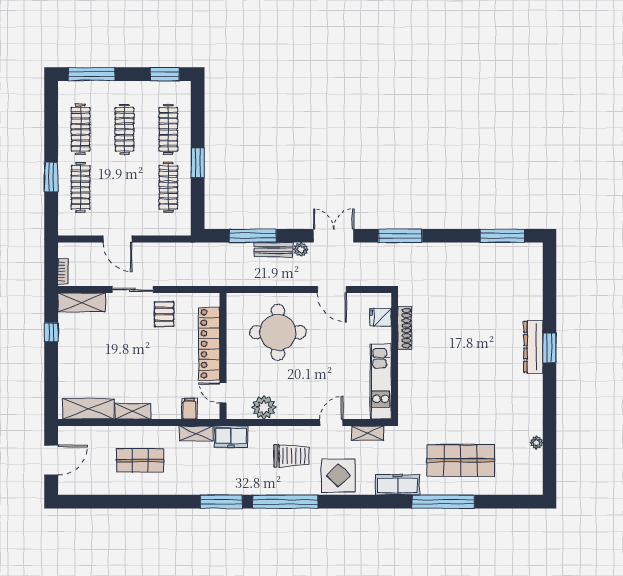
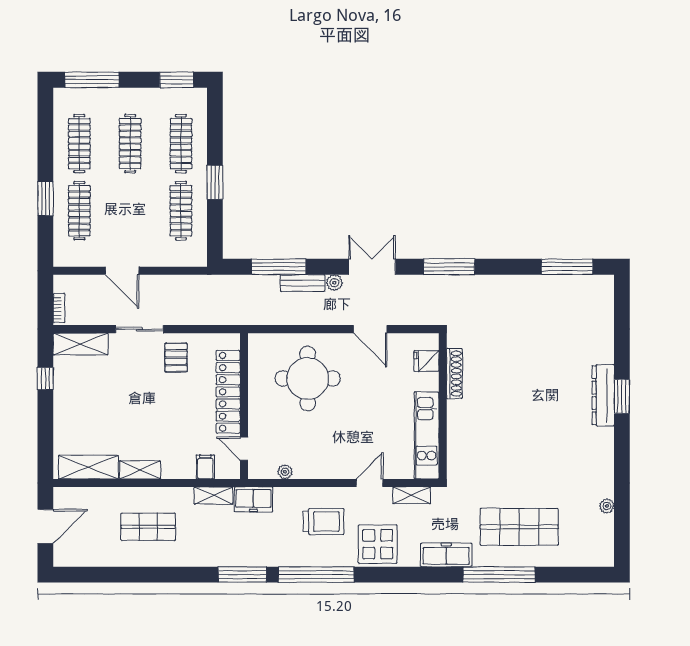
plant: (264, 407) -> (285, 472), width x0.53, depth x0.53

